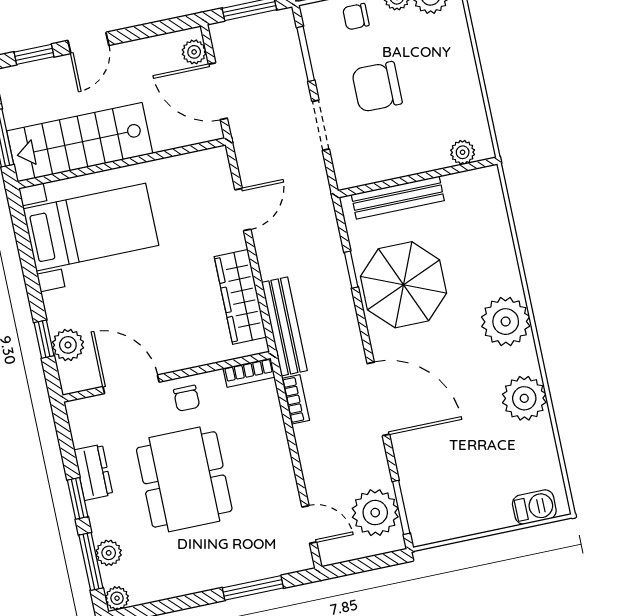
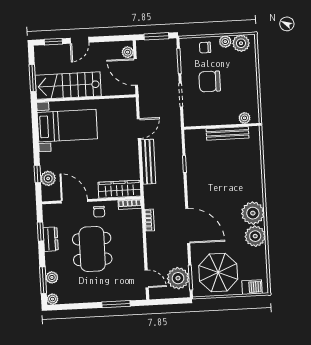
bench: (398, 198) -> (227, 133), moved
parasol: (403, 285) -> (218, 272), moved
wardrobe: (240, 297) -> (119, 189), moved, turned 90
plant: (506, 322) -> (253, 213), moved
bench: (284, 326) -> (148, 162), moved
window: (78, 498) -> (41, 232), moved

